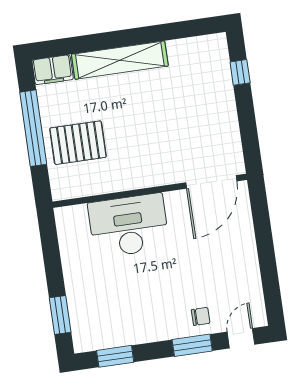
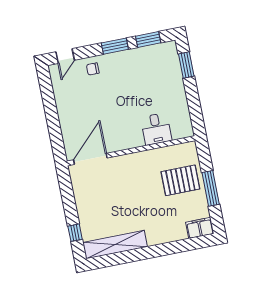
shelving: (120, 60) -> (115, 245), moved
window: (33, 128) -> (211, 188), width x0.68
desk: (129, 226) -> (156, 129), width x0.53, depth x0.77
window: (192, 345) -> (115, 46), moved

